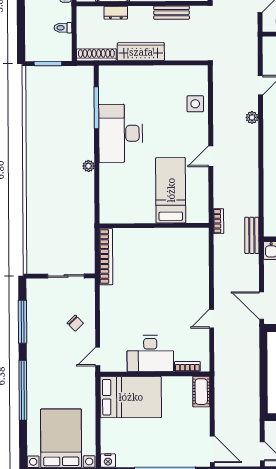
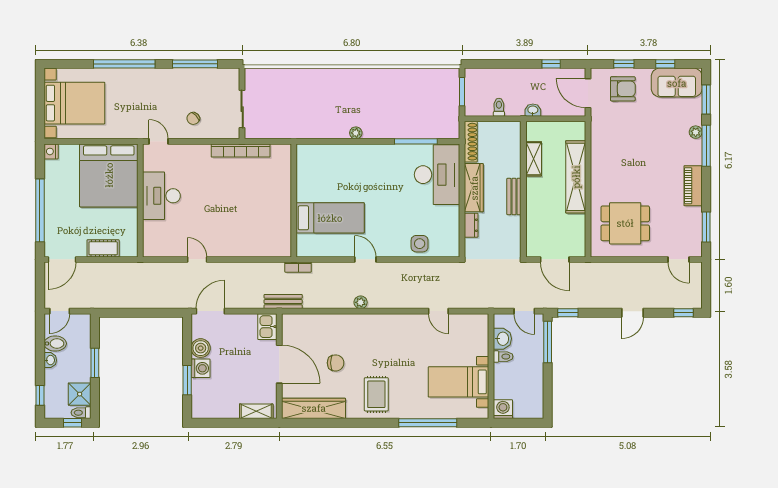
dresser: (116, 13) -> (471, 225), moved, turned 180
bench: (172, 13) -> (514, 197), moved
plant: (252, 117) -> (361, 302), moved
desk: (121, 133) -> (437, 175), moved, turned 90
bookcase: (106, 257) -> (241, 151), moved
bookcase: (187, 366) -> (148, 234), removed
cot: (201, 392) -> (103, 248), moved
bed: (131, 397) -> (109, 175), width x1.36

